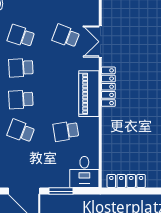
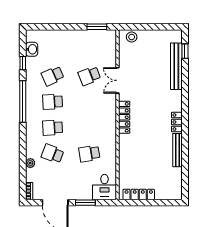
school desk: (21, 36) -> (53, 76), turned -42
school desk: (66, 36) -> (89, 76), turned -42
piano: (89, 94) -> (108, 123), removed

